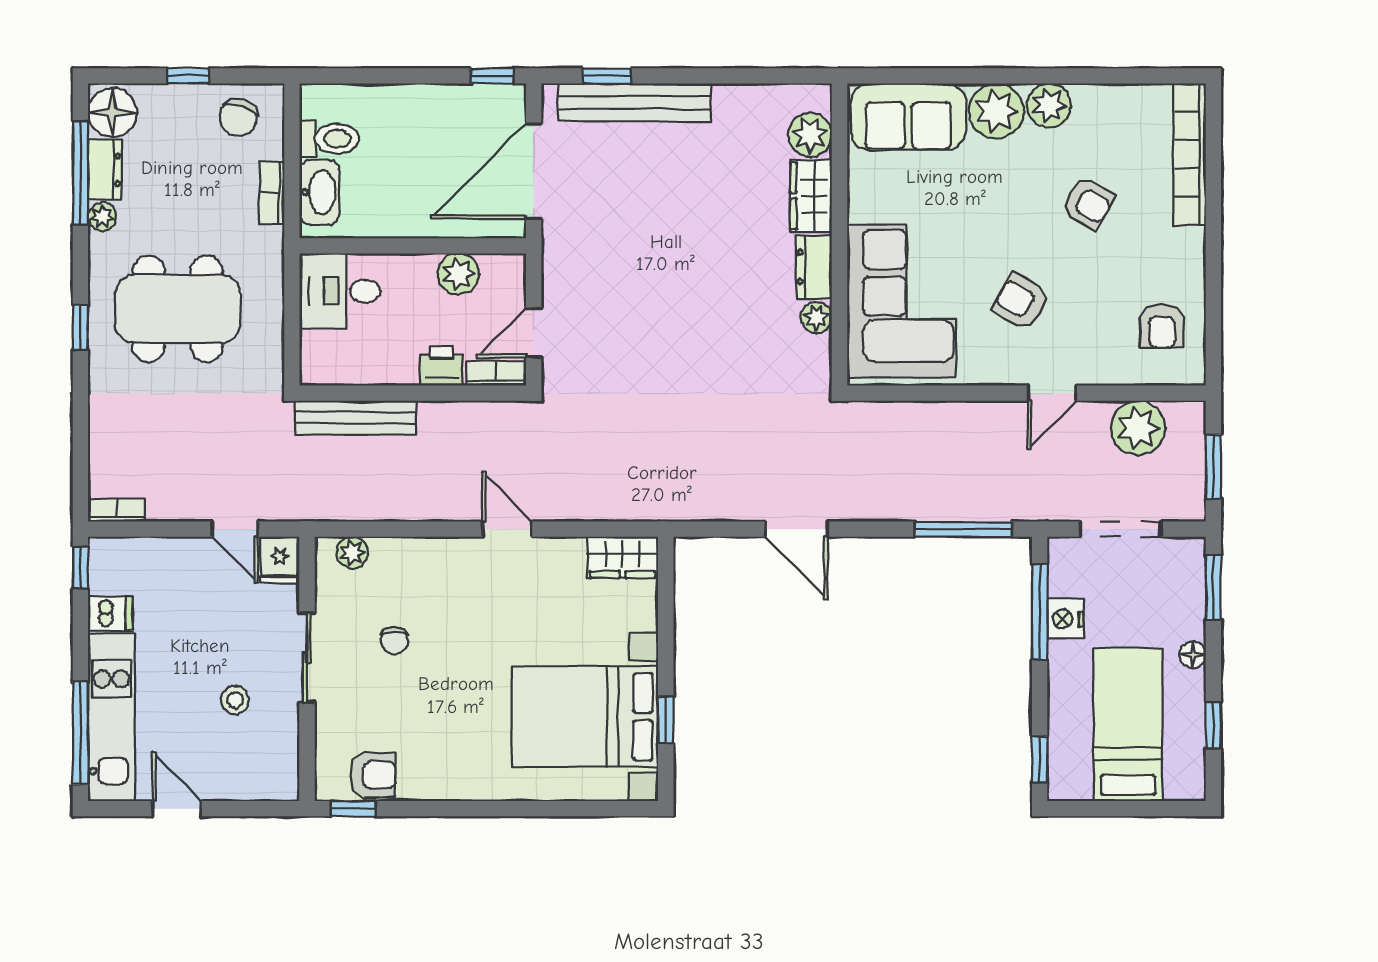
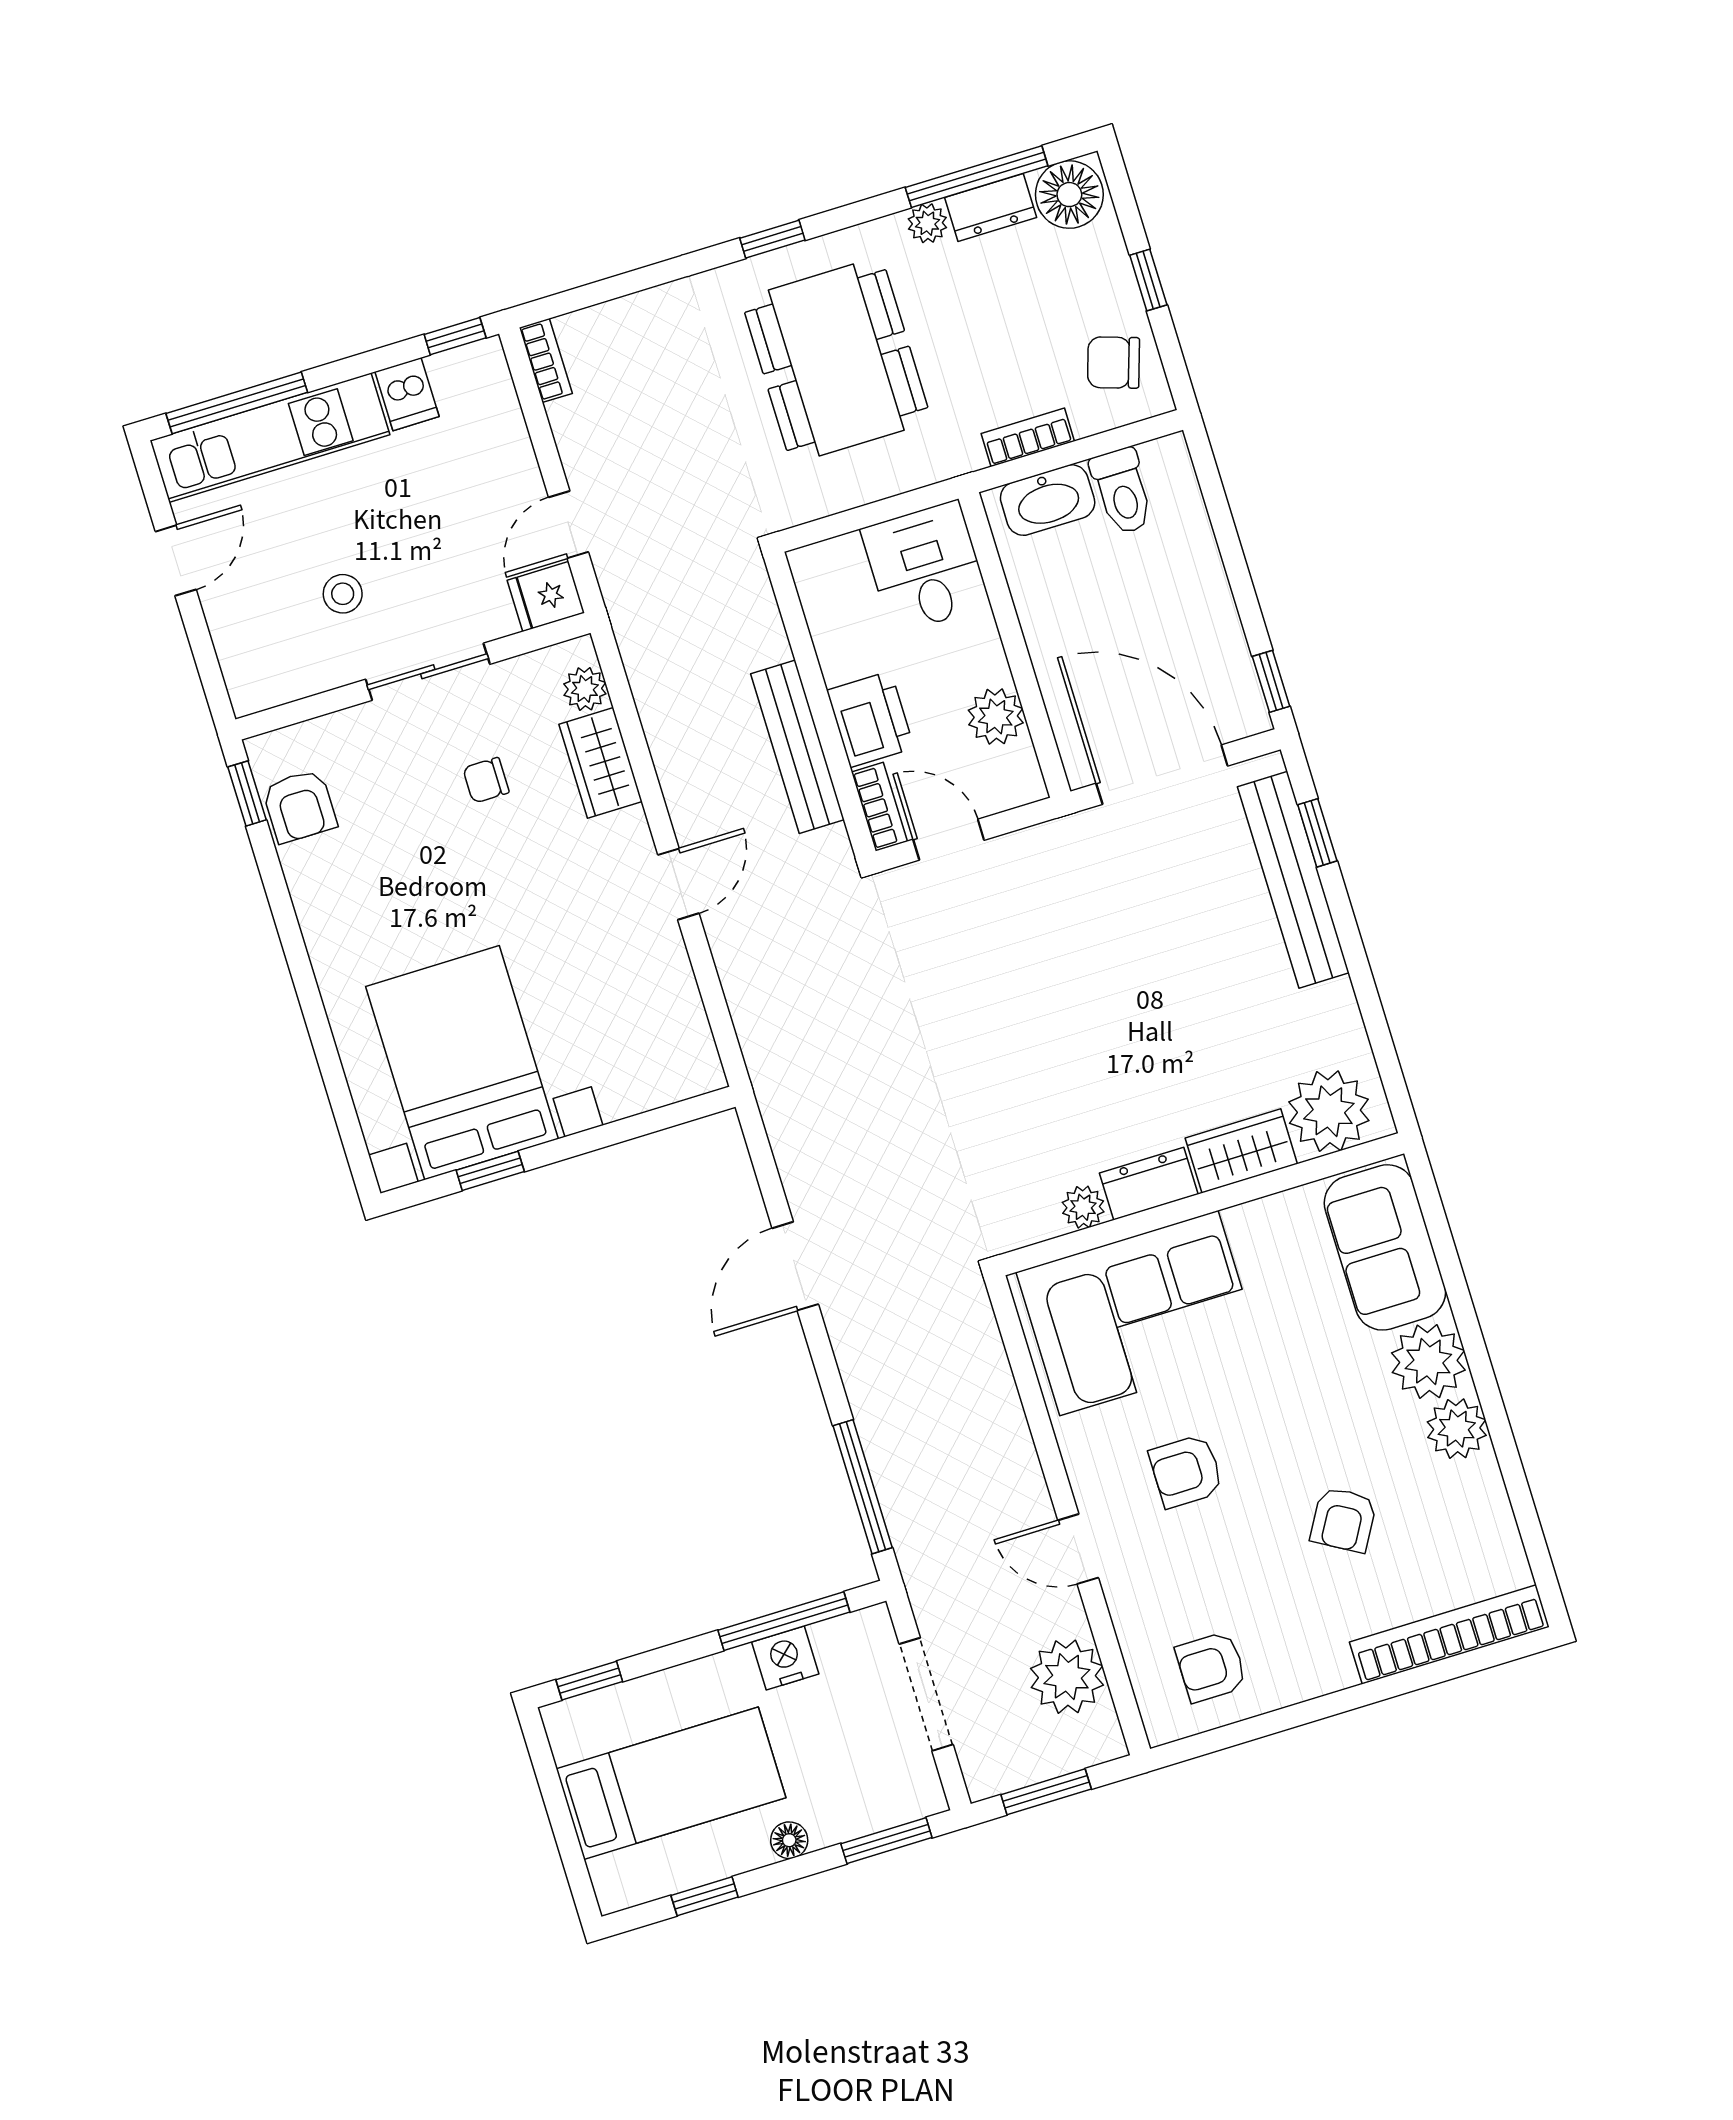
plant: (810, 135) -> (1329, 1111), width x1.36, depth x1.36
armchair: (1021, 302) -> (1186, 1471), turned -120
printer: (441, 366) -> (870, 719), width x1.36, depth x1.24
bench: (356, 418) -> (797, 747), moved
wardrobe: (623, 557) -> (601, 763), moved

